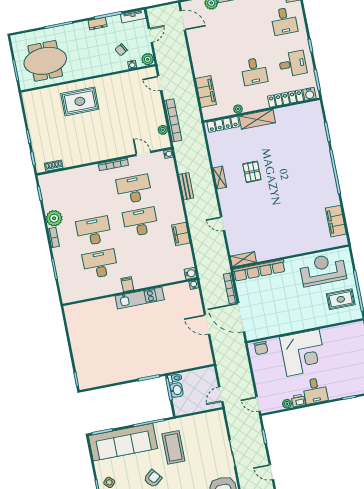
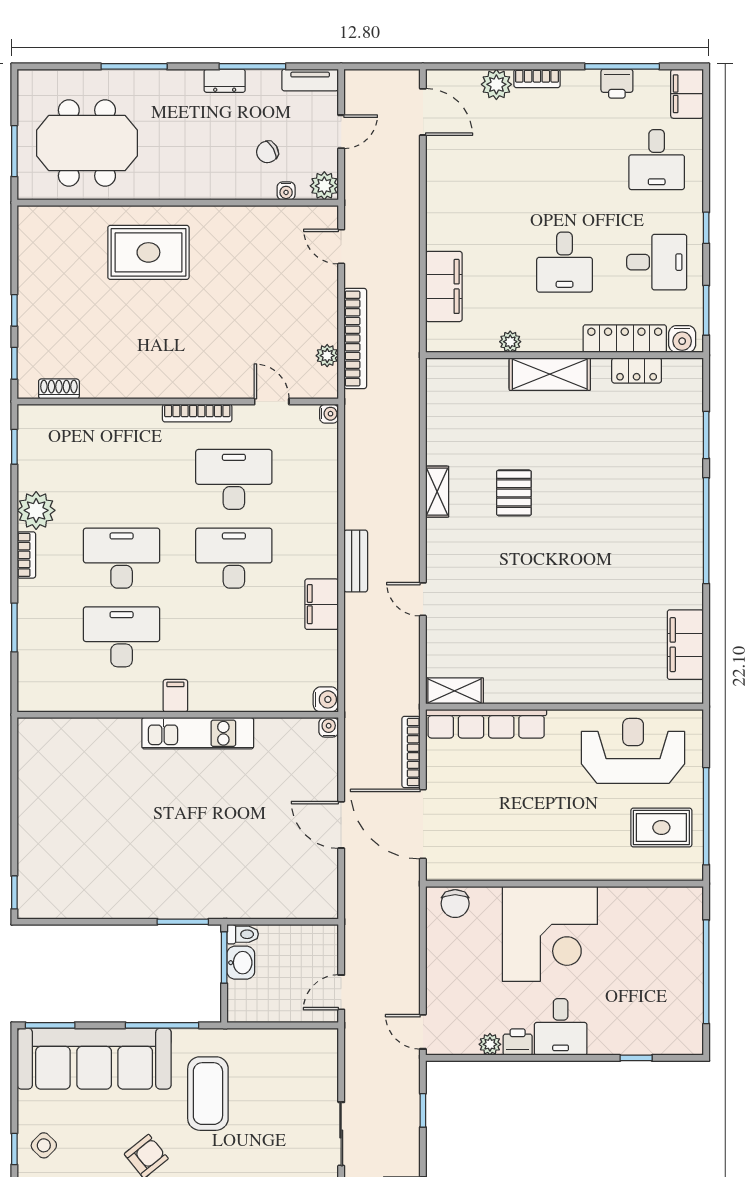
locker: (223, 124) -> (637, 370), moved, width x0.66
bench: (186, 186) -> (356, 561), moved

